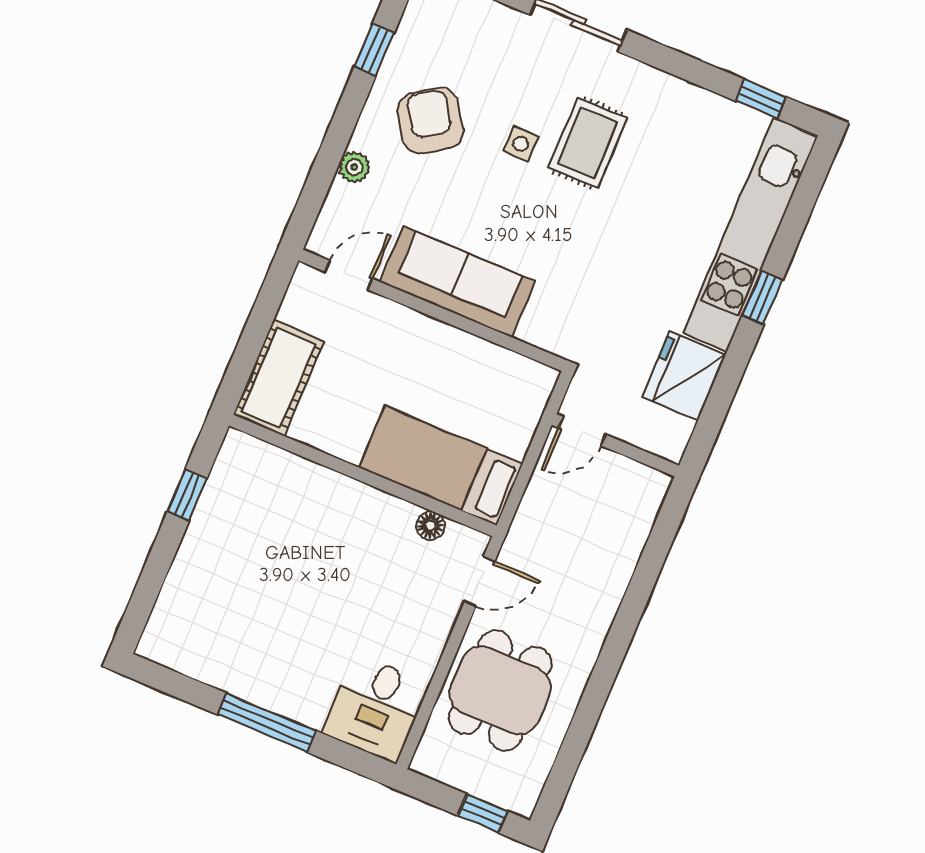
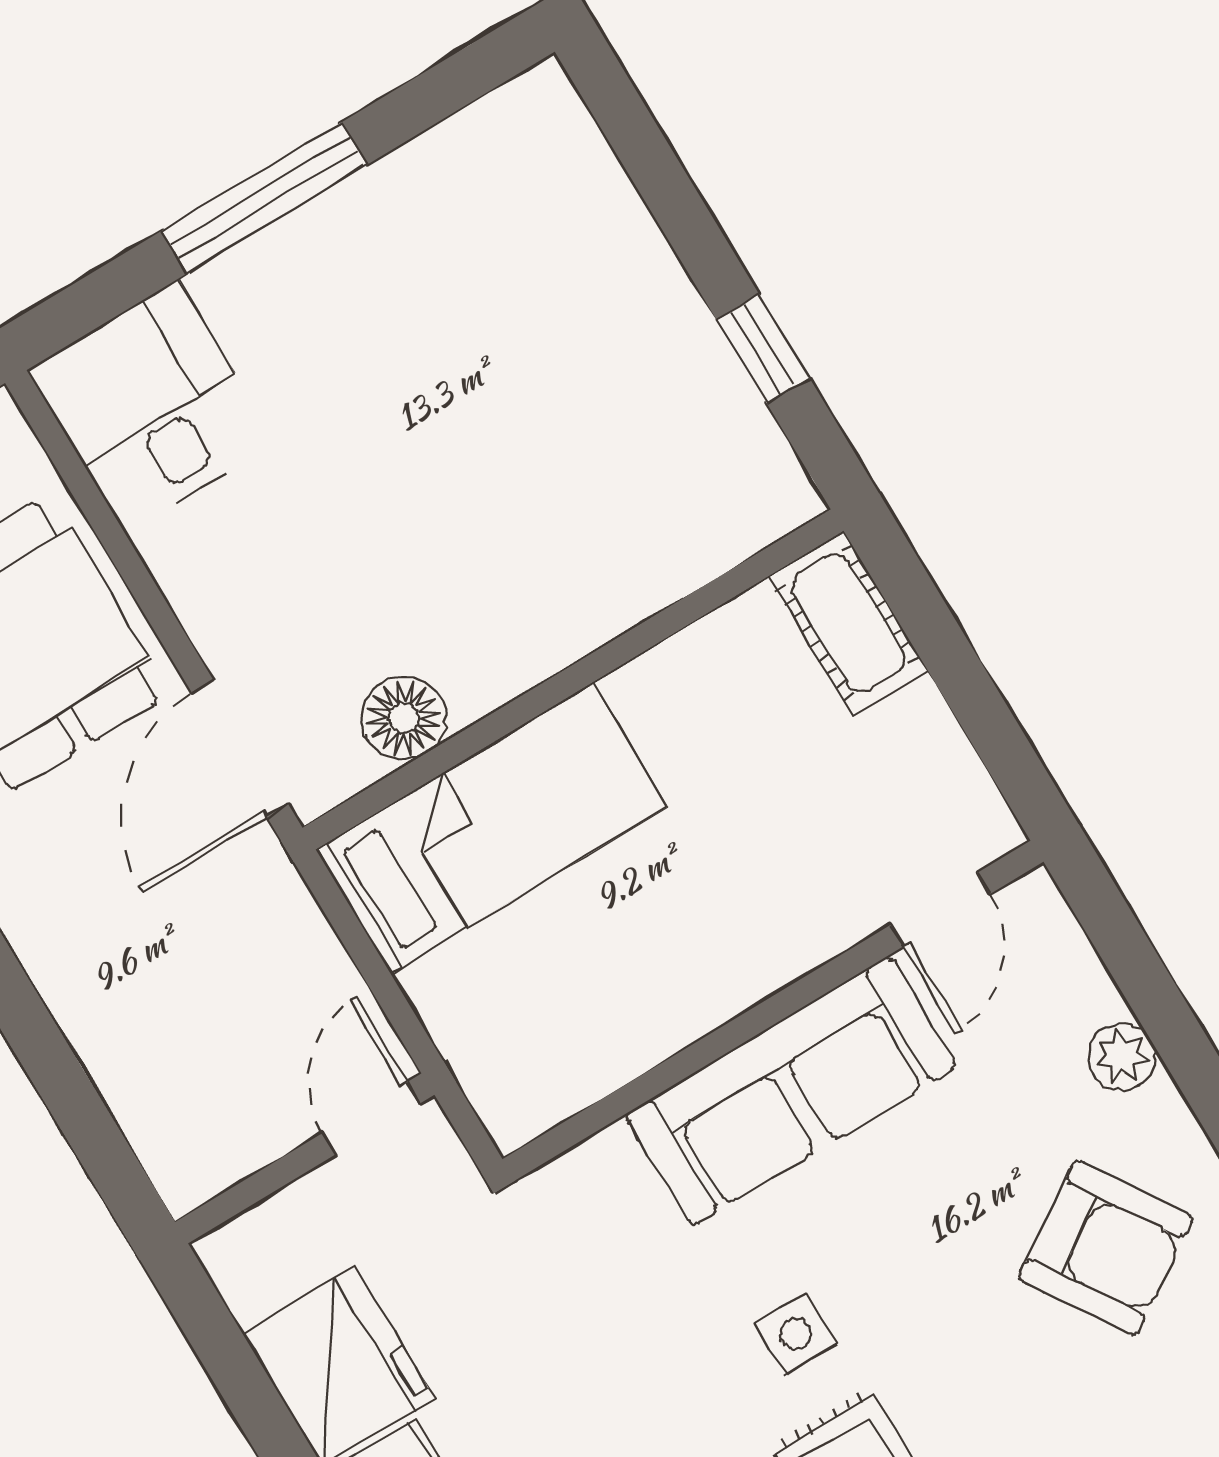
side table: (521, 144) -> (796, 1334), moved
cot: (279, 378) -> (848, 623), width x0.73, depth x0.75
floor lamp: (430, 526) -> (404, 718), width x1.37, depth x1.37
door: (480, 581) -> (240, 748), width x1.38

